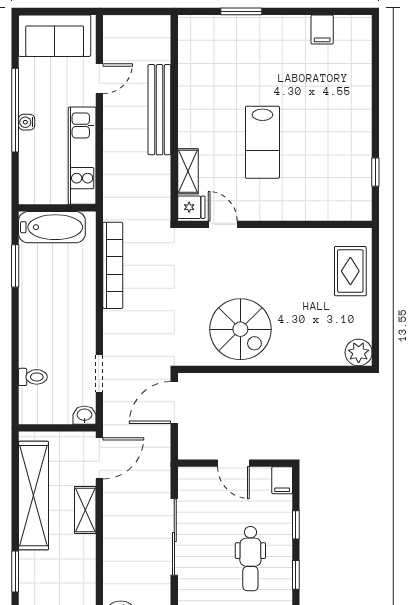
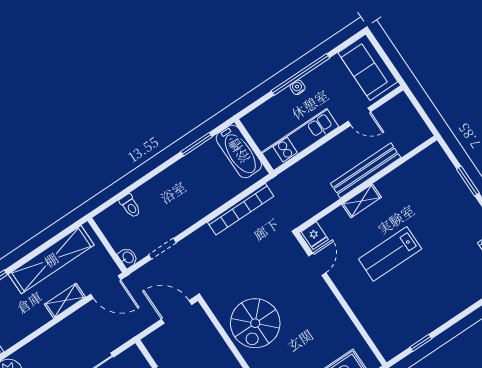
shelving: (188, 171) -> (362, 201), moved

